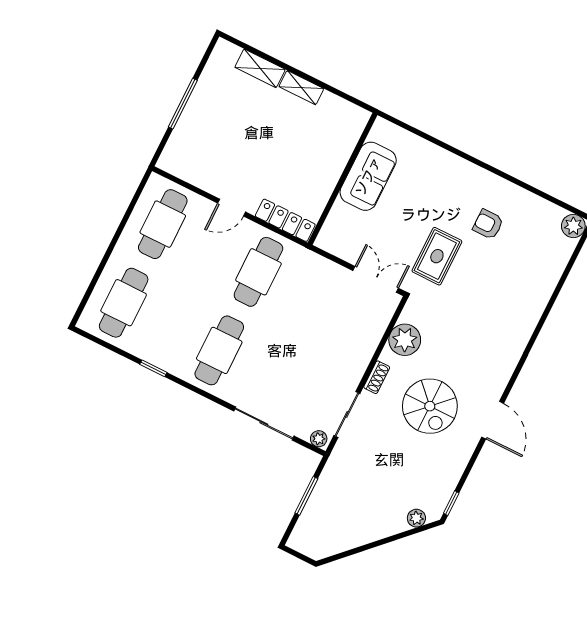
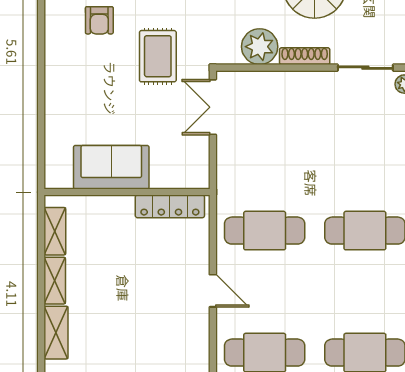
shelving: (340, 107) -> (55, 231), added
locker: (285, 220) -> (170, 206), moved, turned -90
rug: (437, 256) -> (158, 56), turned 90
shoe rack: (377, 377) -> (305, 56), width x1.43

